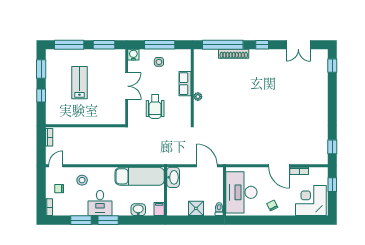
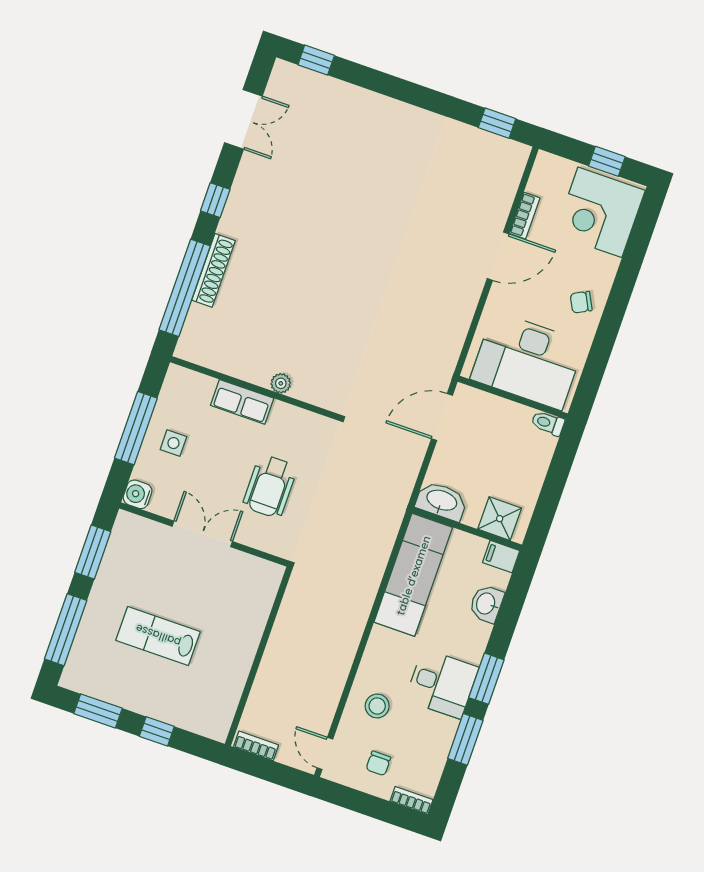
wheelchair: (155, 107) -> (270, 486), turned 90
window: (332, 185) -> (607, 161), moved
shower: (196, 208) -> (500, 519), moved

